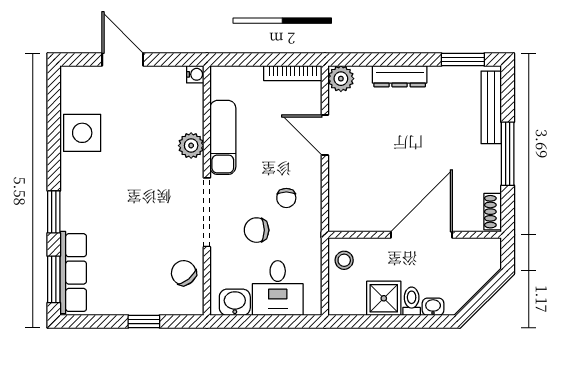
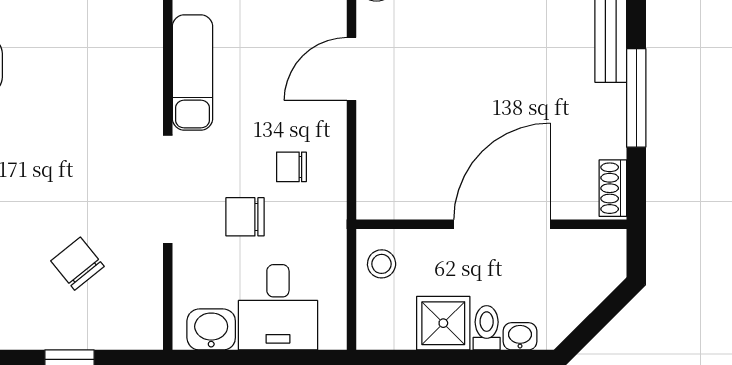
door: (325, 135) -> (352, 69), hinge flipped
plant: (191, 146) -> (143, 85), removed
chair: (286, 198) -> (291, 167), turned 90
chair: (184, 273) -> (77, 264), moved

